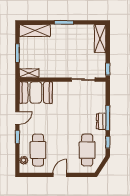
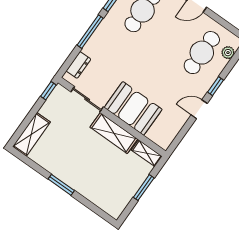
shelving: (35, 31) -> (114, 133), moved
booth: (36, 93) -> (133, 108), moved
dresser: (101, 121) -> (78, 65), moved

